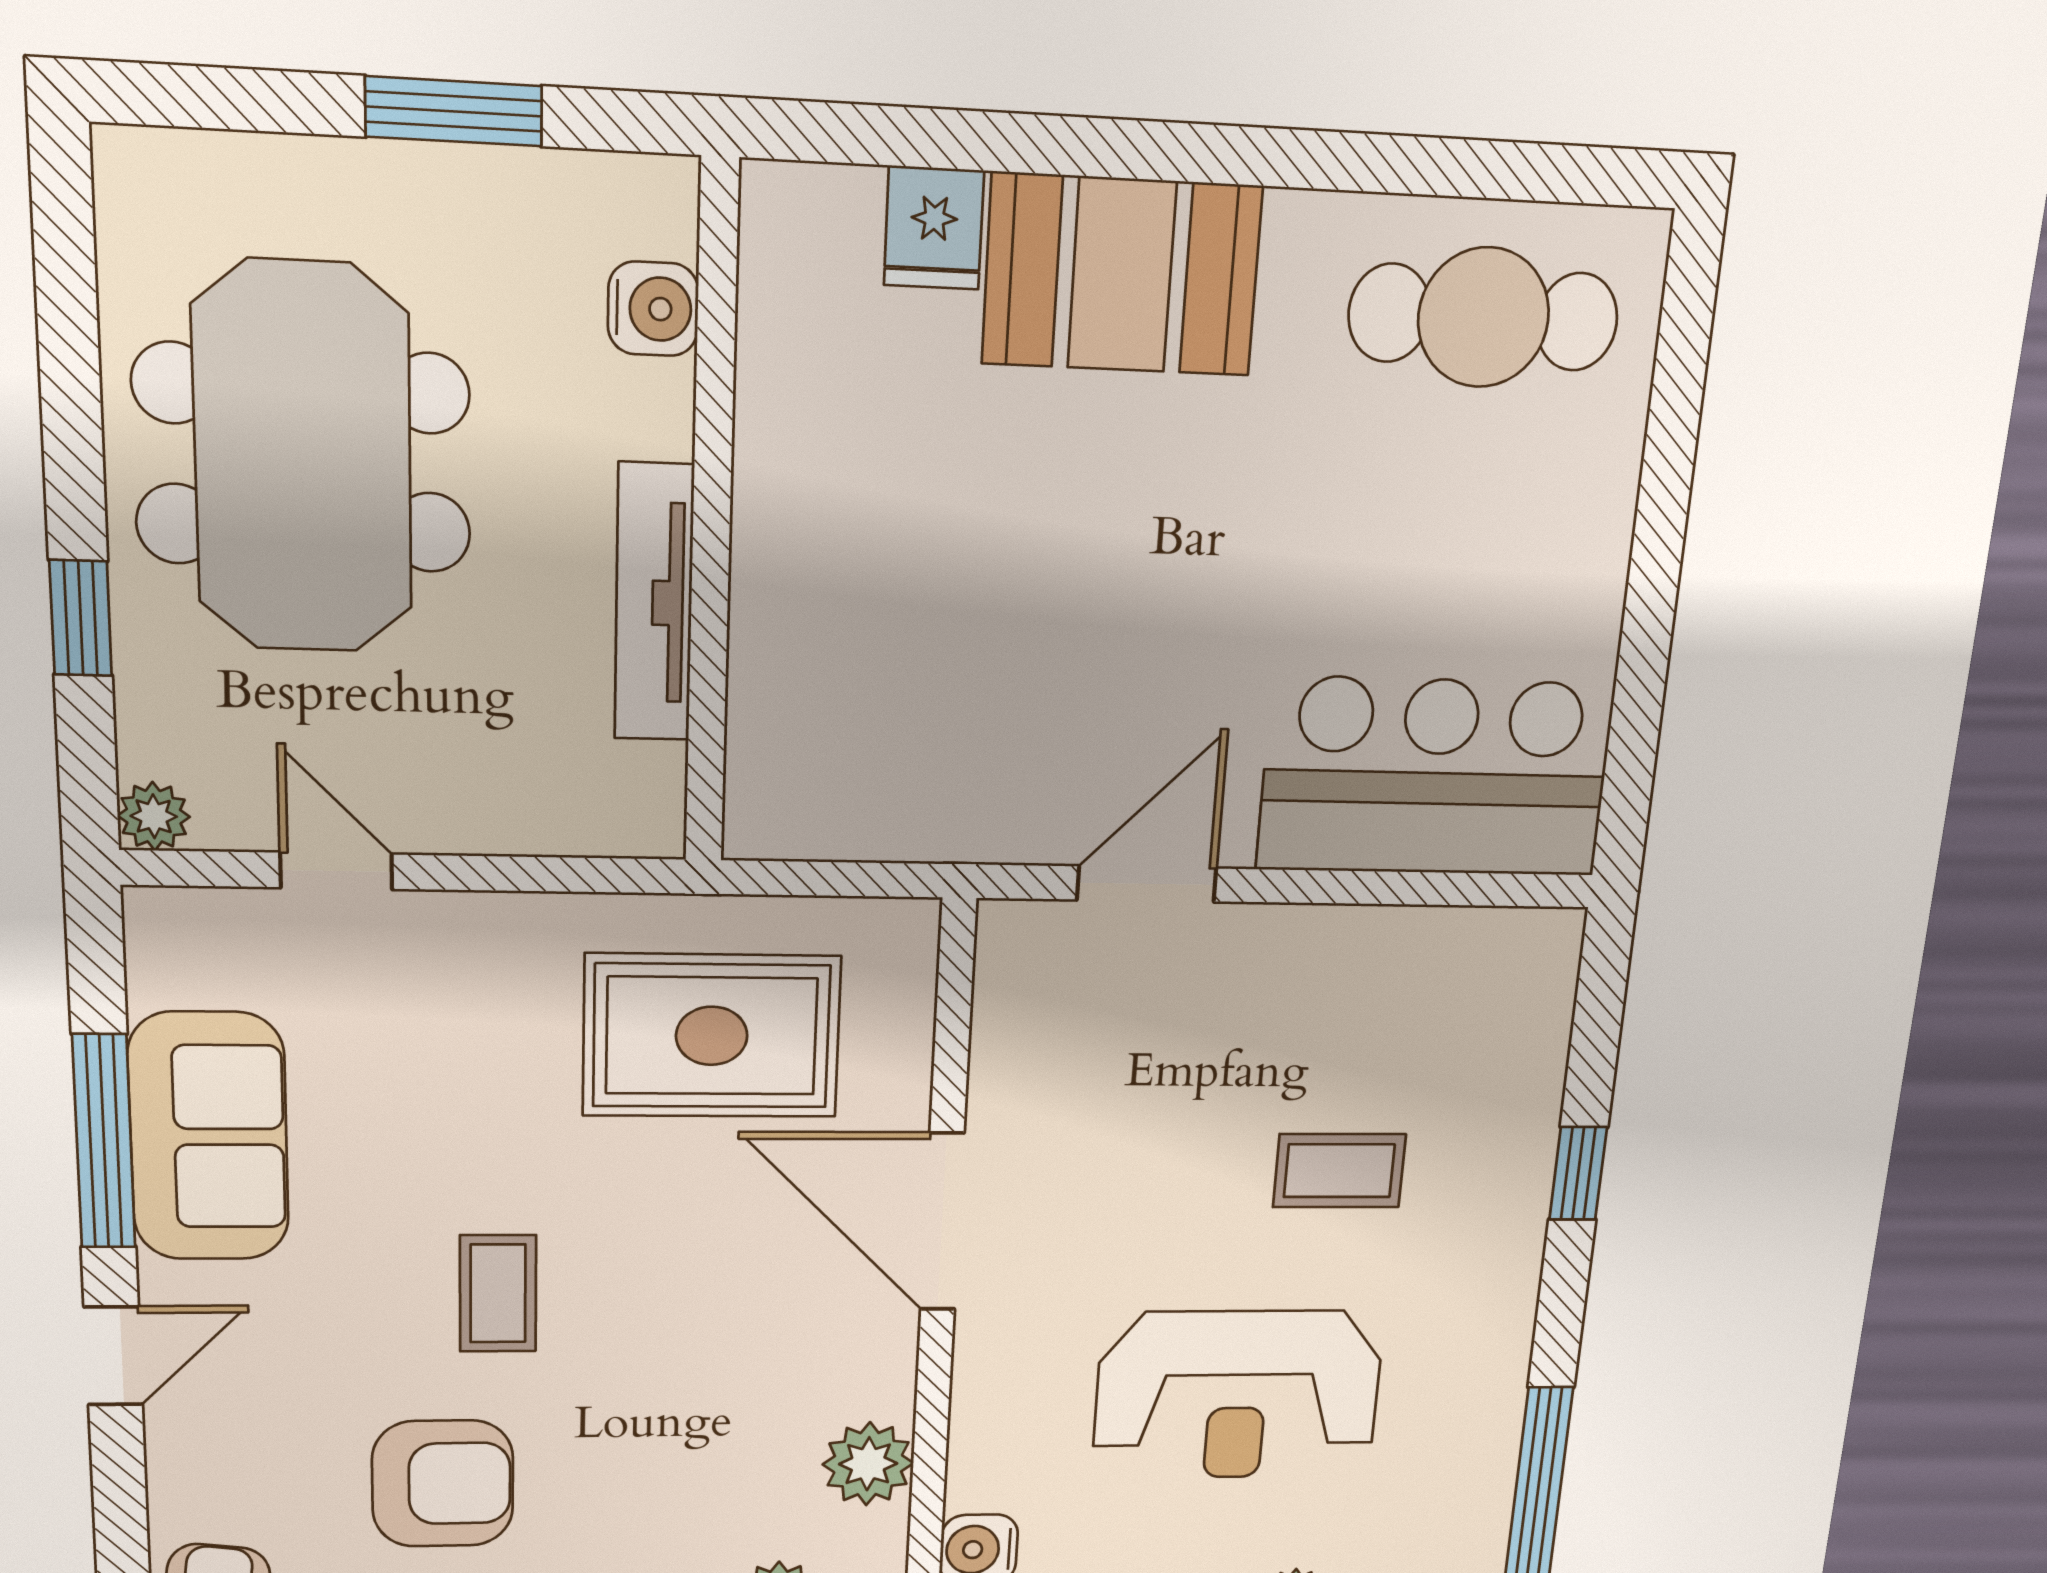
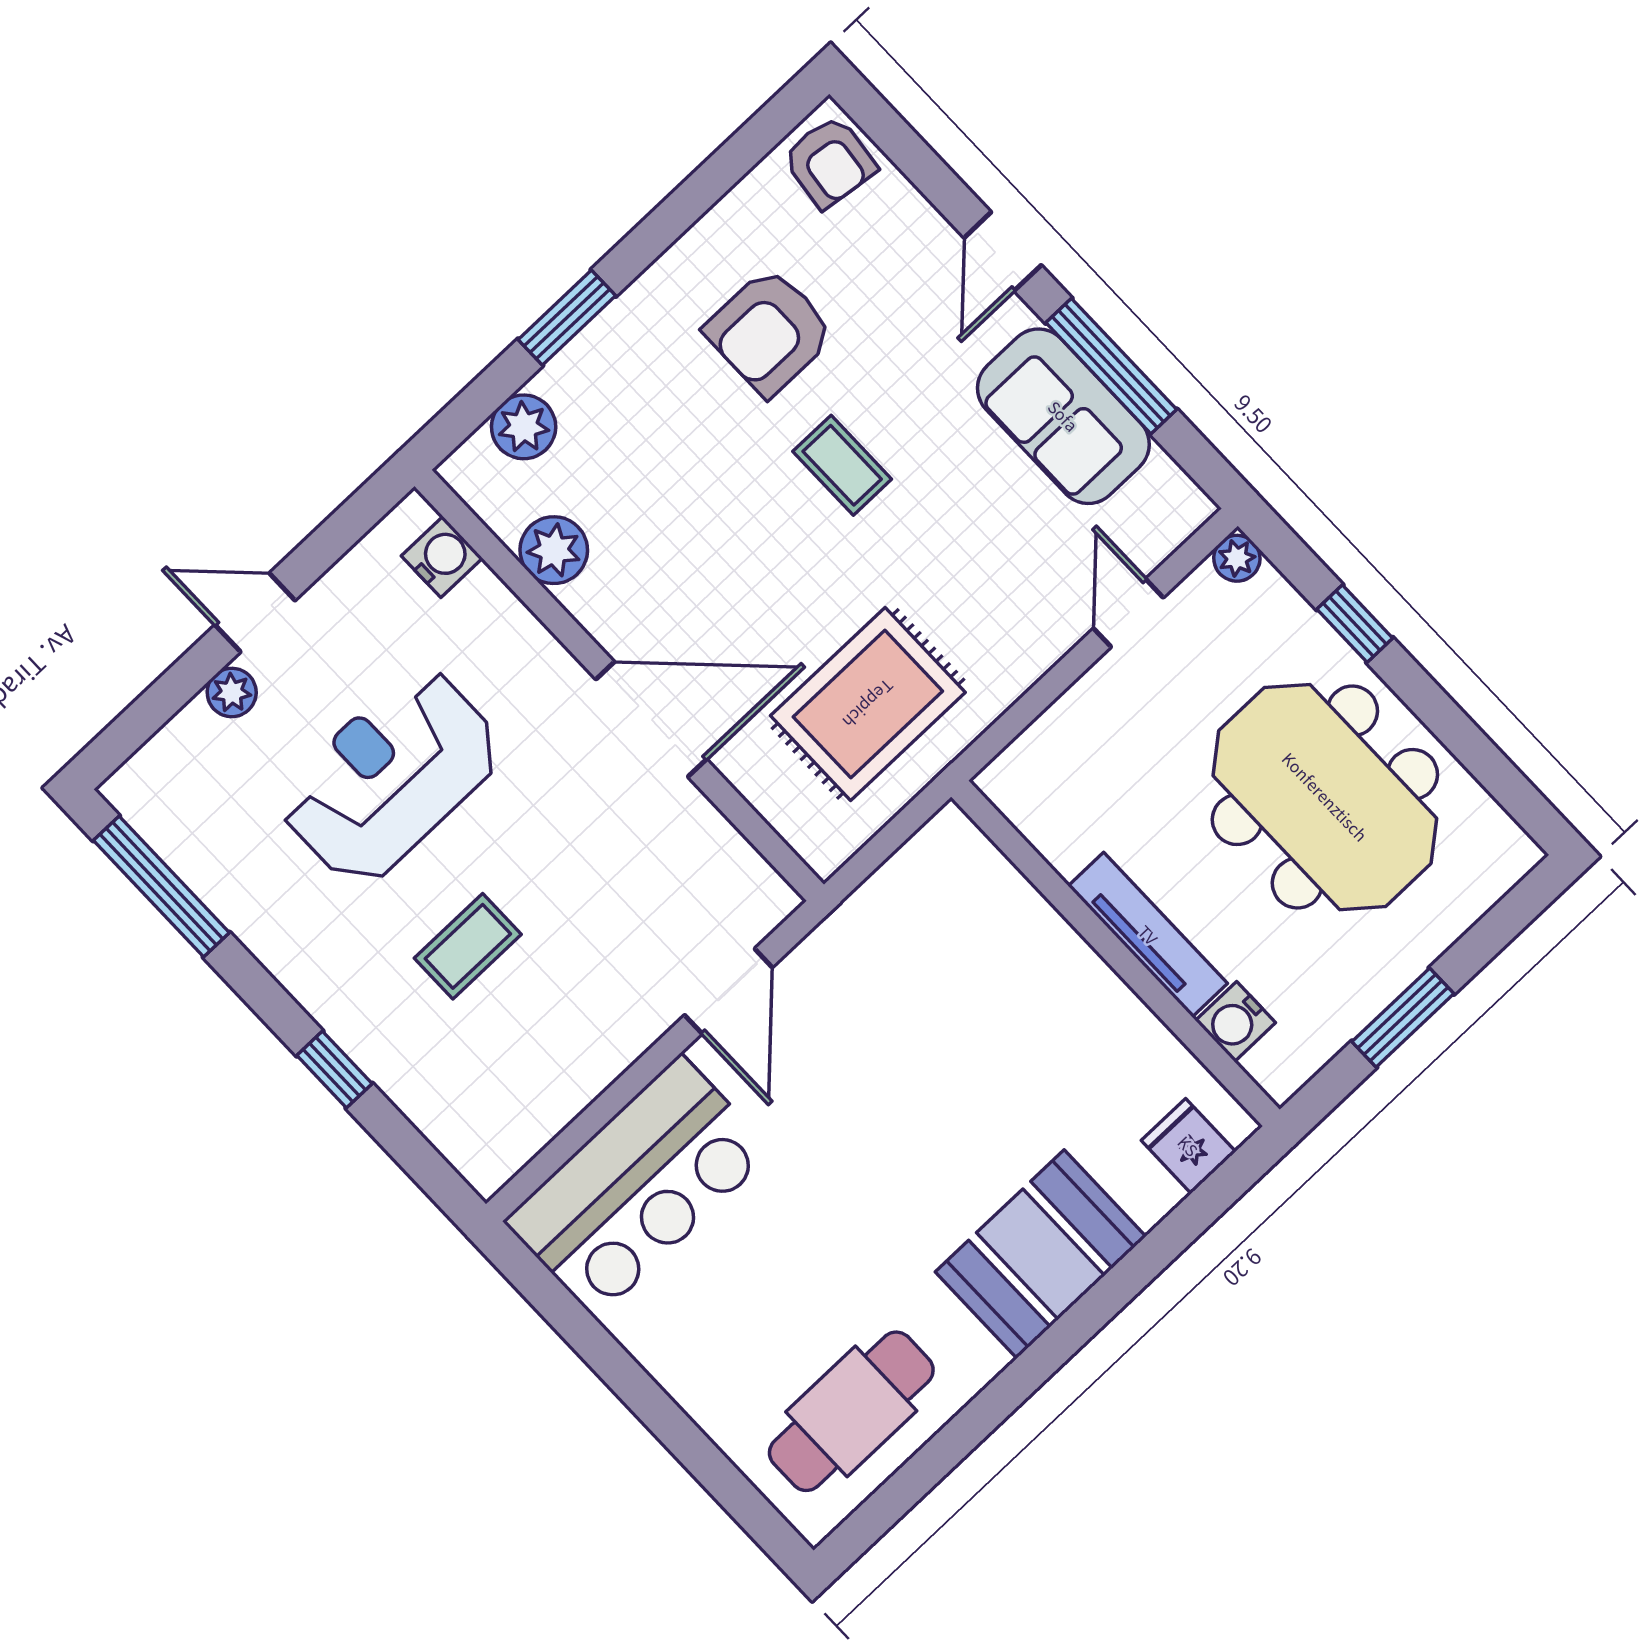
fridge: (934, 228) -> (1188, 1146), moved
tv unit: (654, 603) -> (1148, 935), moved
door: (336, 871) -> (1128, 613), swing flipped

